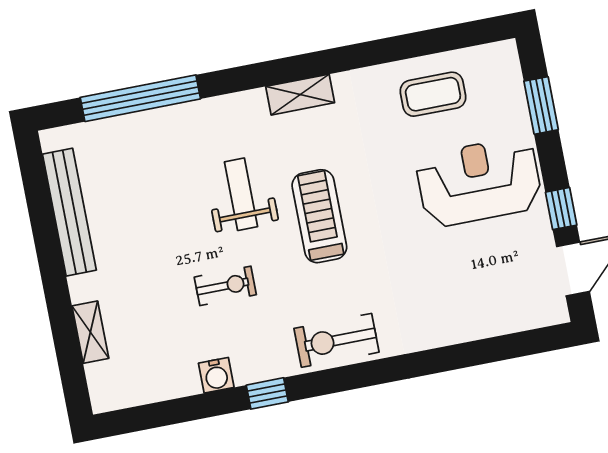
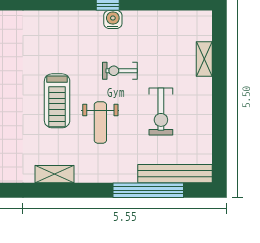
bench: (69, 212) -> (175, 174), moved, turned 90
exercise bike: (337, 340) -> (161, 111), moved, turned 90
water cooler: (216, 375) -> (113, 19), moved

